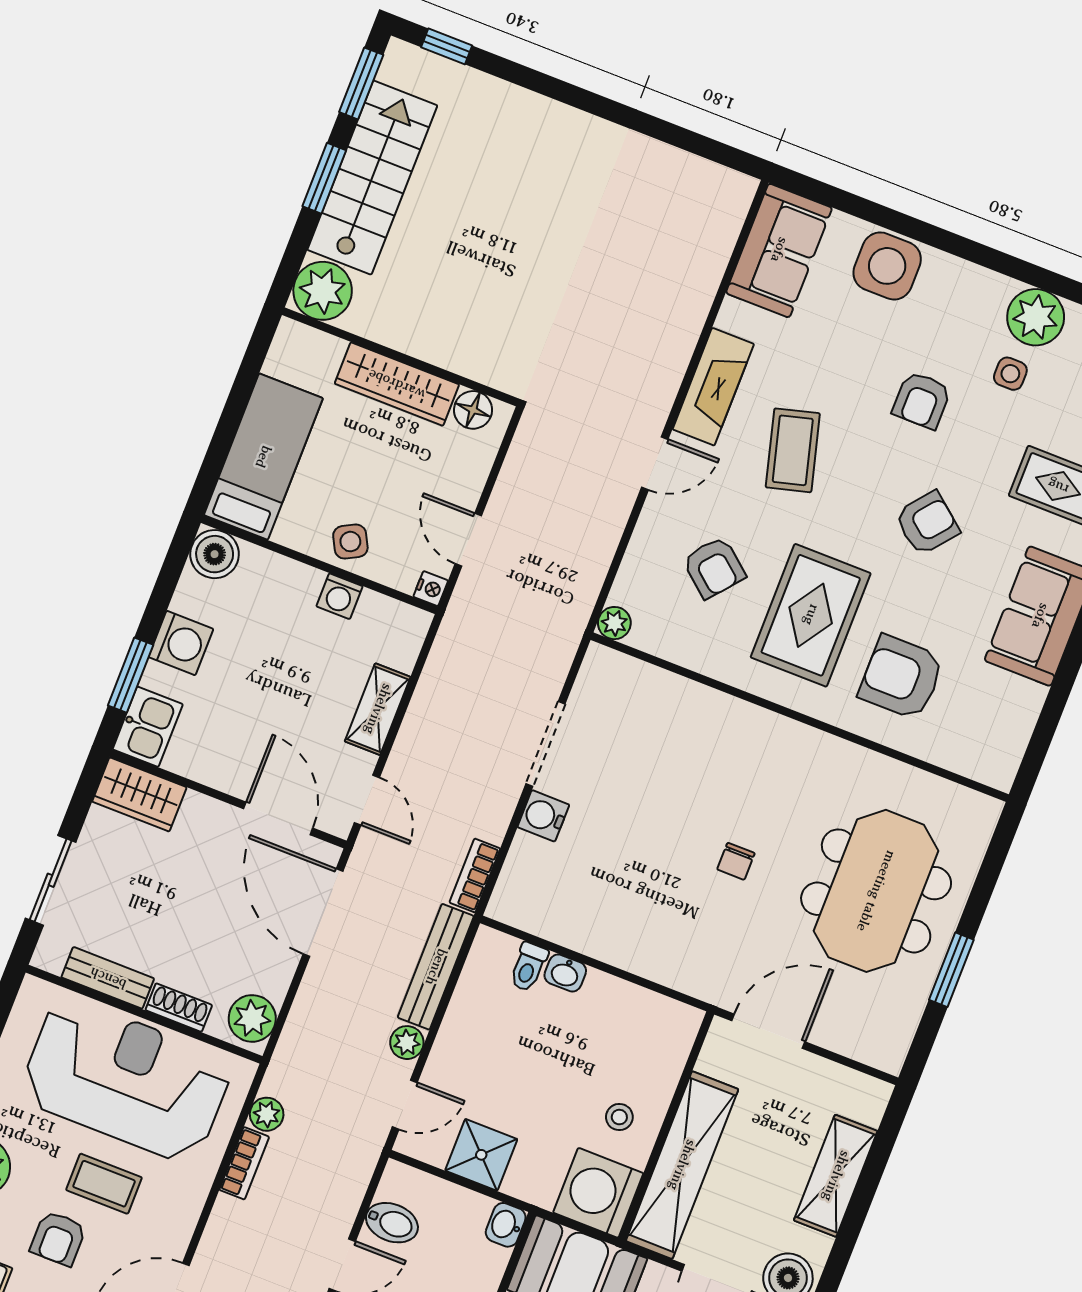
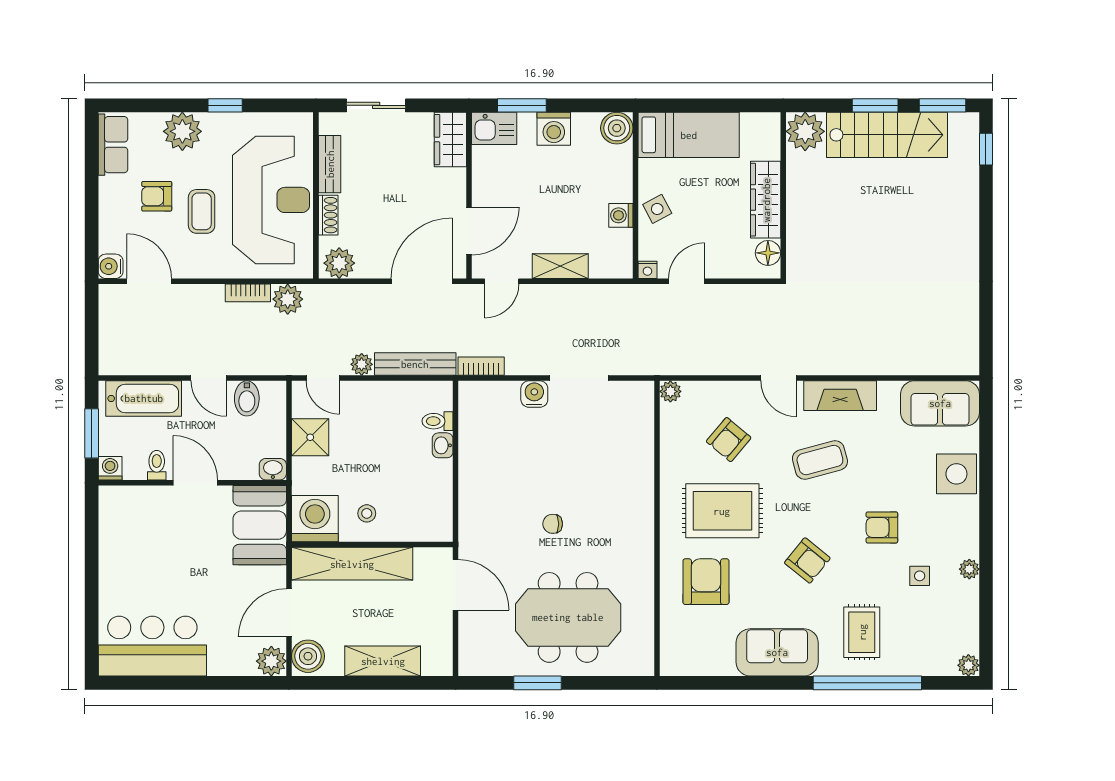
plant: (1036, 317) -> (969, 569), width x0.53, depth x0.53
plant: (267, 1114) -> (288, 299), width x1.38, depth x1.38

